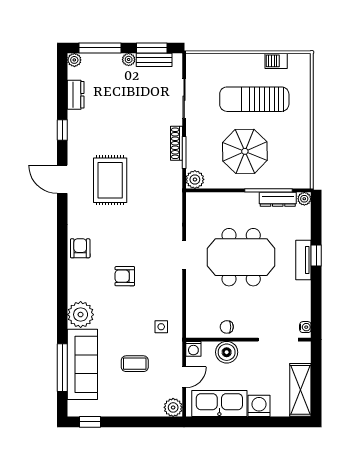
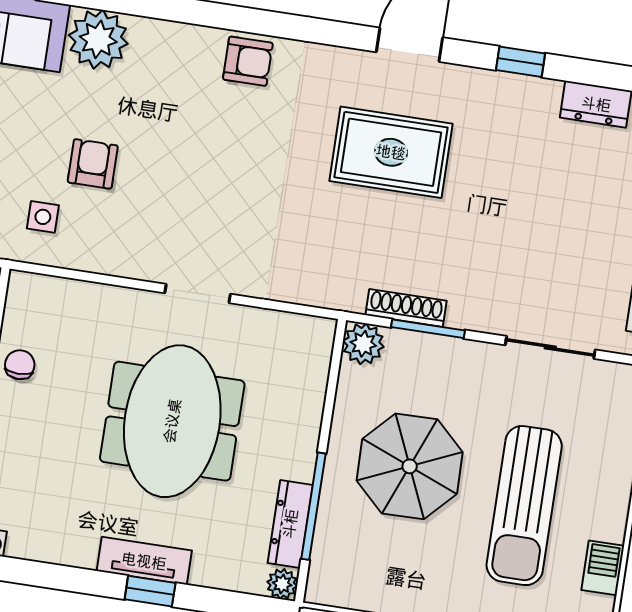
sun lounger: (254, 99) -> (524, 506), turned 180
shoe rack: (177, 143) -> (406, 308), moved
armchair: (125, 276) -> (93, 164), moved

